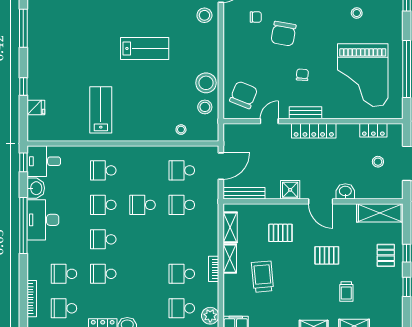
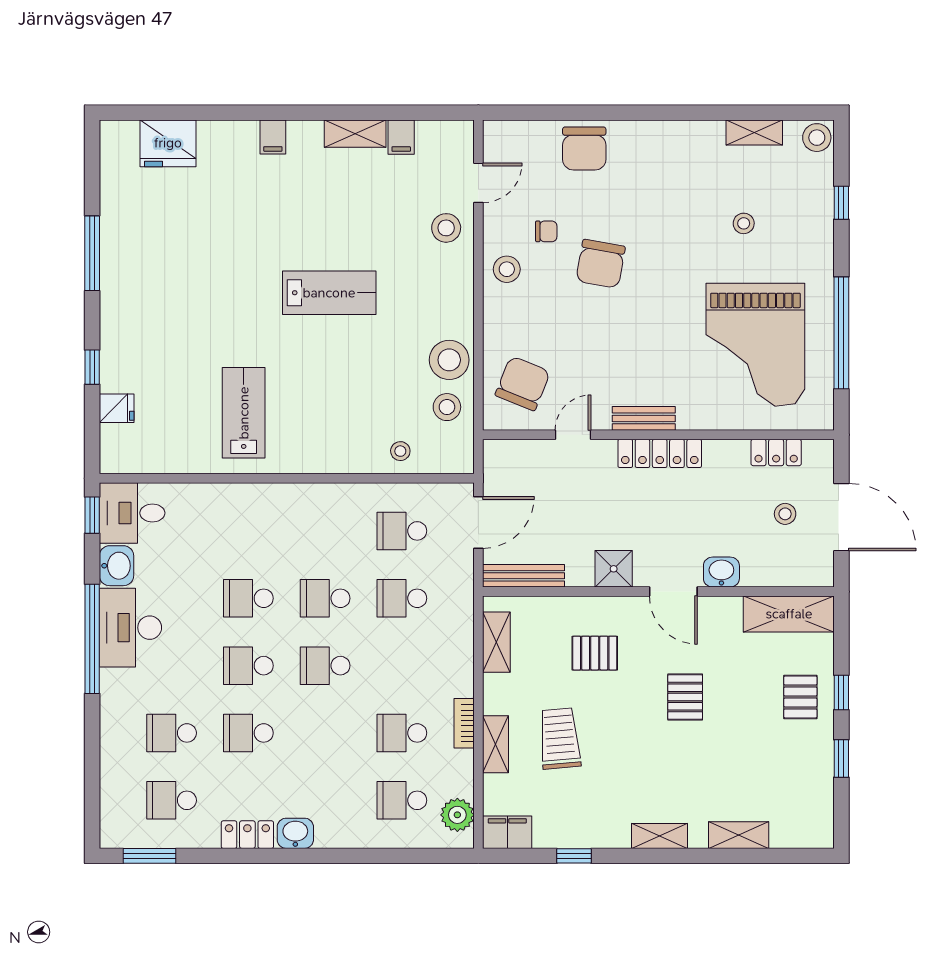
stool: (235, 36) -> (507, 269), added
chair: (302, 75) -> (637, 344), removed
school desk: (103, 170) -> (325, 666), moved
pallet: (327, 255) -> (685, 697), turned 90
shelving: (230, 259) -> (496, 744), moved
trolley: (346, 292) -> (723, 768), removed
bookcase: (32, 299) -> (109, 781), removed

